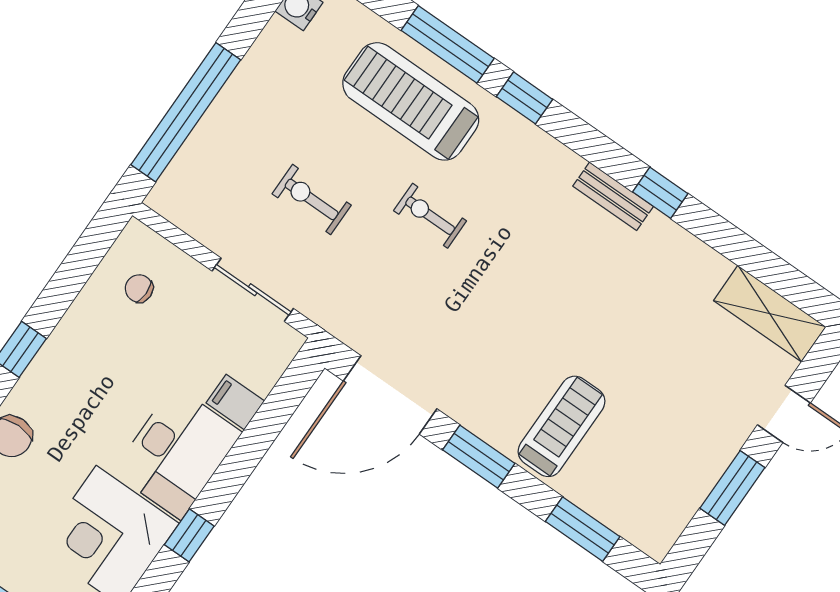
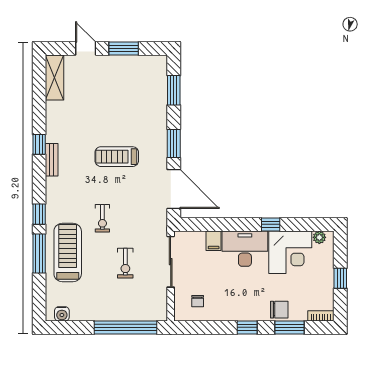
treadmill: (411, 101) -> (68, 252), turned 180
sliding door: (253, 290) -> (171, 262), width x1.37
treadmill: (562, 426) -> (117, 157), moved

